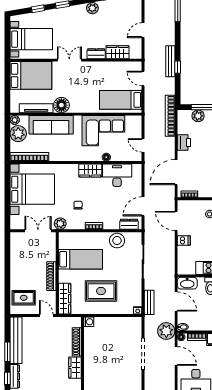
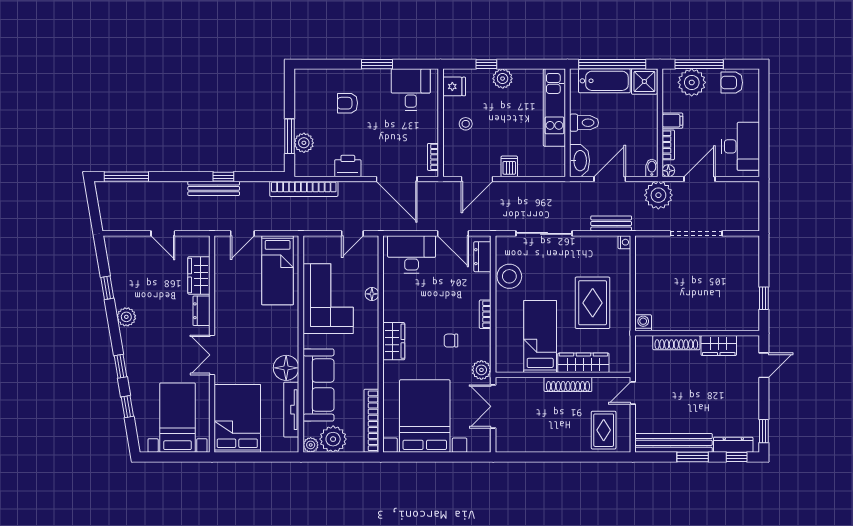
wardrobe: (90, 170) -> (394, 341), moved
desk: (117, 175) -> (412, 254), moved, turned 90
wardrobe: (65, 299) -> (583, 363), moved

